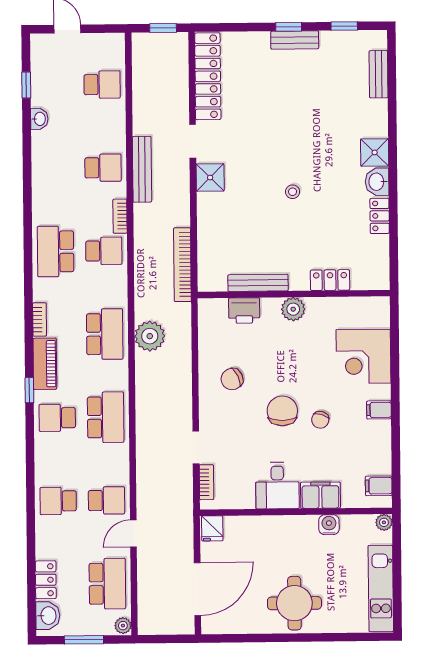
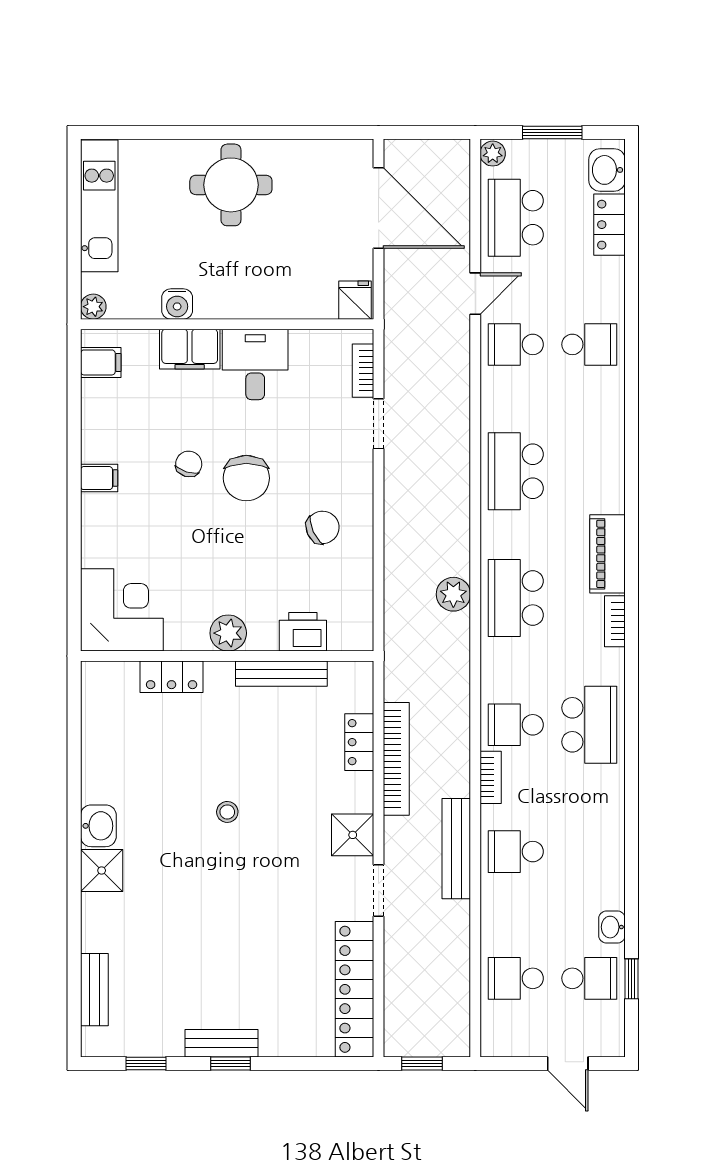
locker: (380, 216) -> (359, 742), moved, turned 180
bookcase: (182, 265) -> (396, 759), moved
plant: (150, 336) -> (453, 594), width x0.73, depth x0.73
corner desk: (363, 356) -> (122, 610), moved
window: (29, 390) -> (631, 514), removed
school desk: (57, 418) -> (589, 978), moved
door: (197, 589) -> (379, 208), swing flipped

